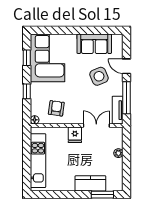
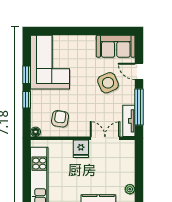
sofa: (94, 44) -> (116, 46), moved
window: (27, 58) -> (27, 75), moved
plant: (118, 153) -> (130, 189), moved

